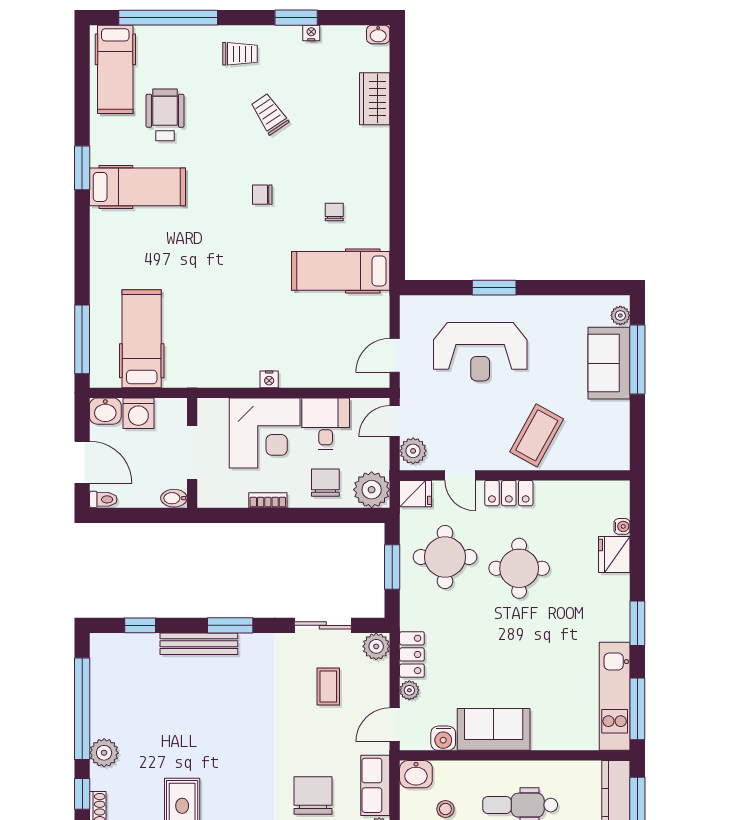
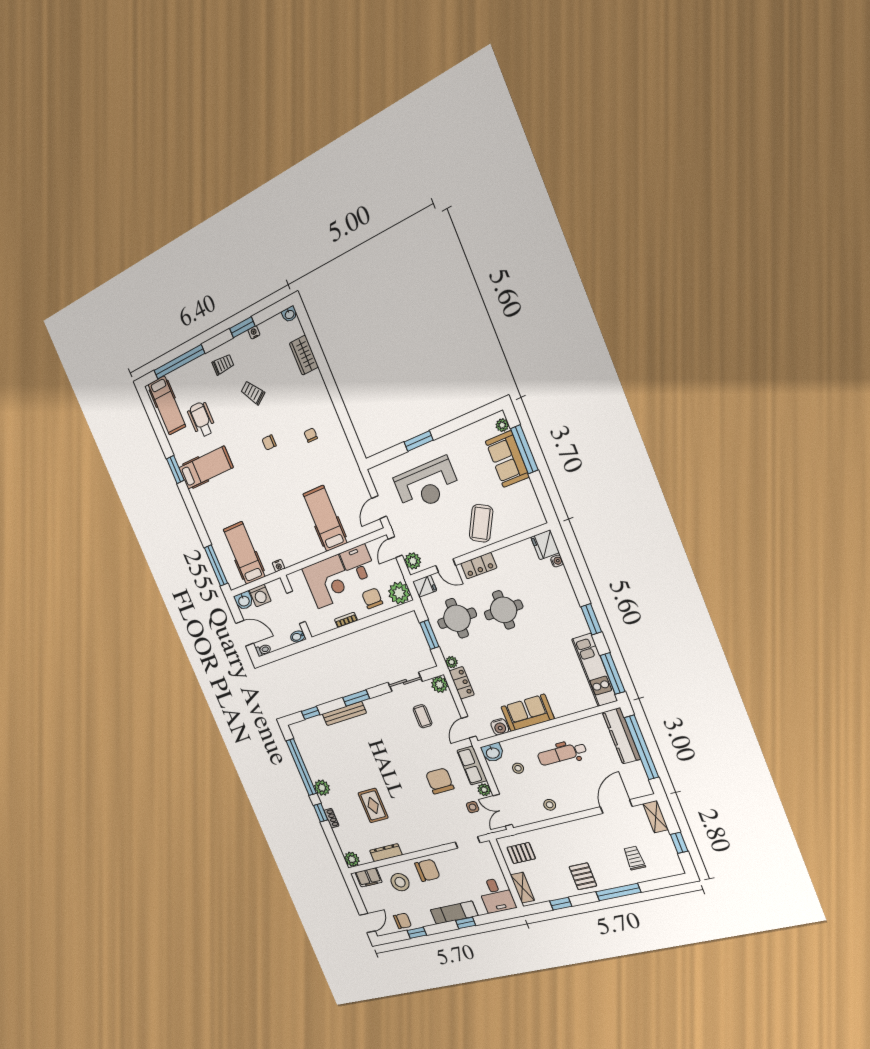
hospital bed: (341, 271) -> (325, 518), moved, turned 90
nightstand: (269, 379) -> (278, 566), moved
fridge: (614, 554) -> (545, 545), moved
plant: (409, 690) -> (452, 662), moved

